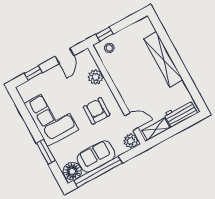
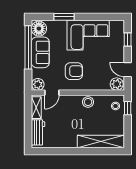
shelving: (163, 59) -> (101, 141), moved
plant: (96, 77) -> (117, 84), moved
stool: (121, 79) -> (88, 102), added

